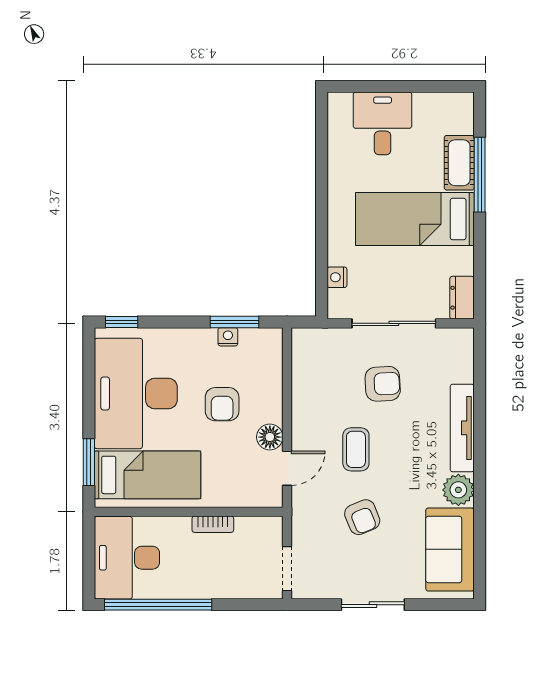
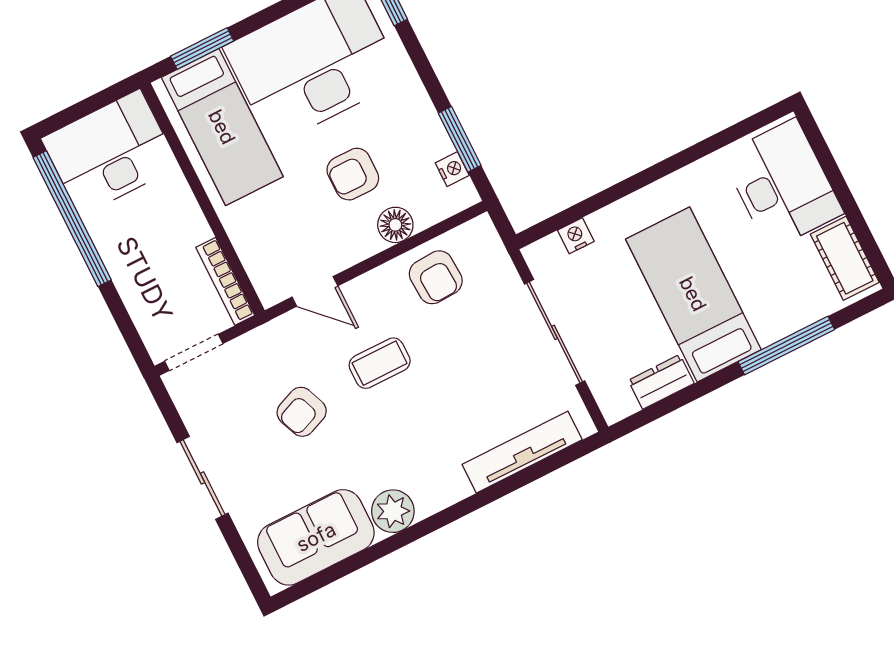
desk: (383, 123) -> (782, 184), width x1.37
cot: (459, 163) -> (845, 258), moved, turned 90
dresser: (462, 298) -> (661, 382), moved
nightstand: (228, 337) -> (452, 169), moved
armchair: (383, 384) -> (436, 277), moved
tv unit: (462, 428) -> (522, 452), moved
floor lamp: (270, 437) -> (395, 225), moved
bookcase: (213, 524) -> (225, 281), moved, width x1.56

